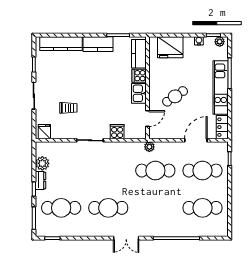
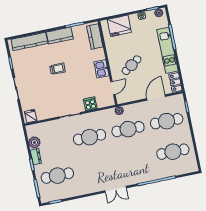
cooker: (139, 76) -> (99, 54), removed
trolley: (68, 108) -> (57, 69), moved
cafe table: (108, 208) -> (90, 137), moved

